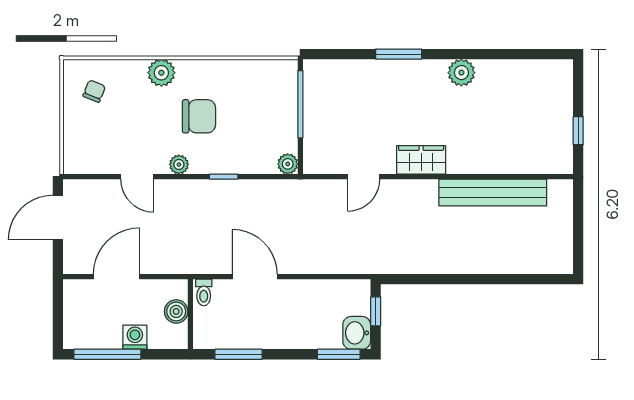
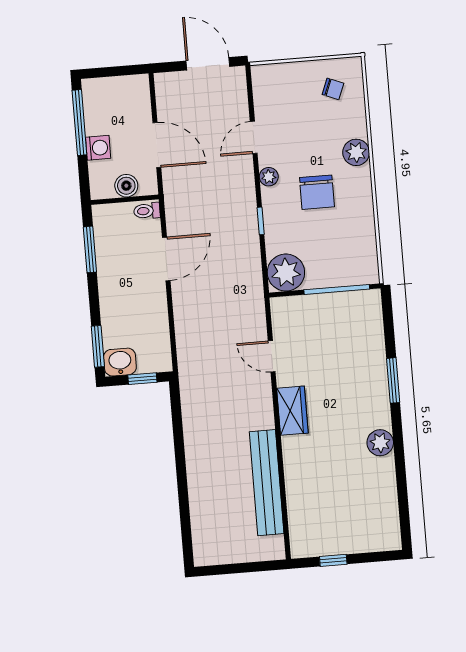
plant: (288, 164) -> (286, 273), width x1.88, depth x1.88
door: (116, 277) -> (157, 145), moved

